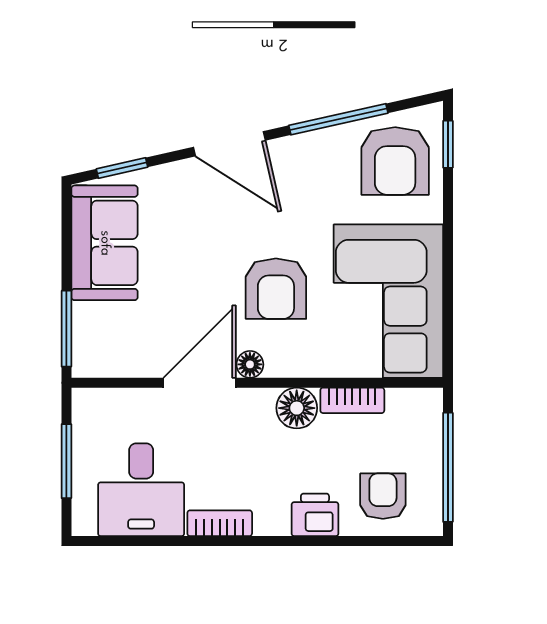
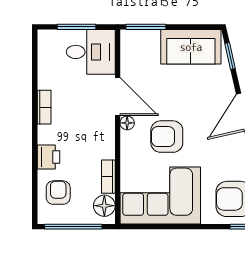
floor lamp: (297, 408) -> (104, 206), moved
desk: (141, 490) -> (91, 52), moved, turned 180
armchair: (383, 496) -> (58, 193), turned -90

